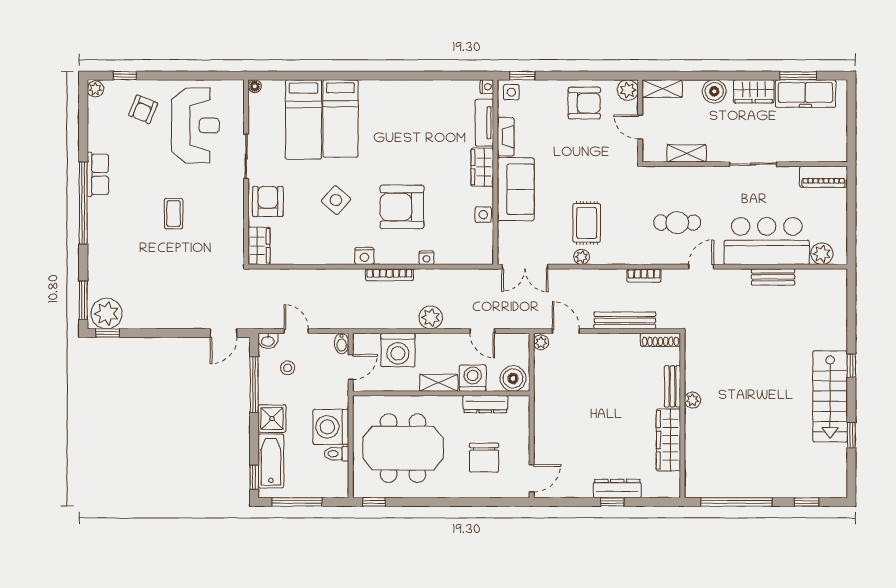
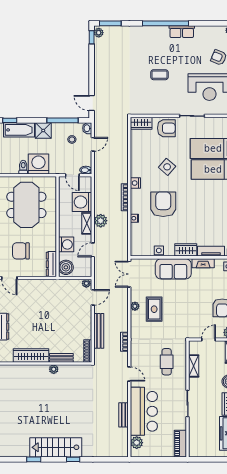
rug: (587, 223) -> (154, 309), turned 90
cafe table: (677, 223) -> (167, 362), moved
plant: (107, 314) -> (99, 33), width x0.53, depth x0.53
shelving: (439, 383) -> (87, 223), moved
dresser: (485, 404) -> (51, 264), moved

